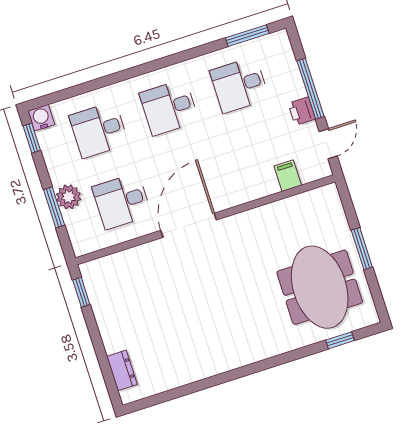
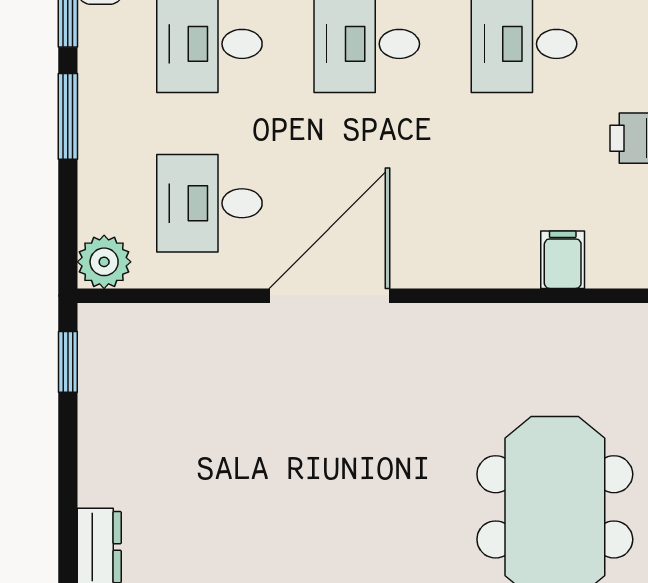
plant: (69, 197) -> (104, 262), moved
window: (54, 207) -> (68, 116), moved

